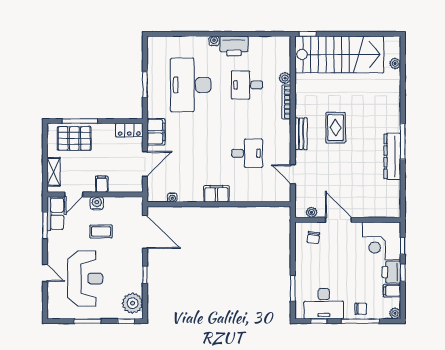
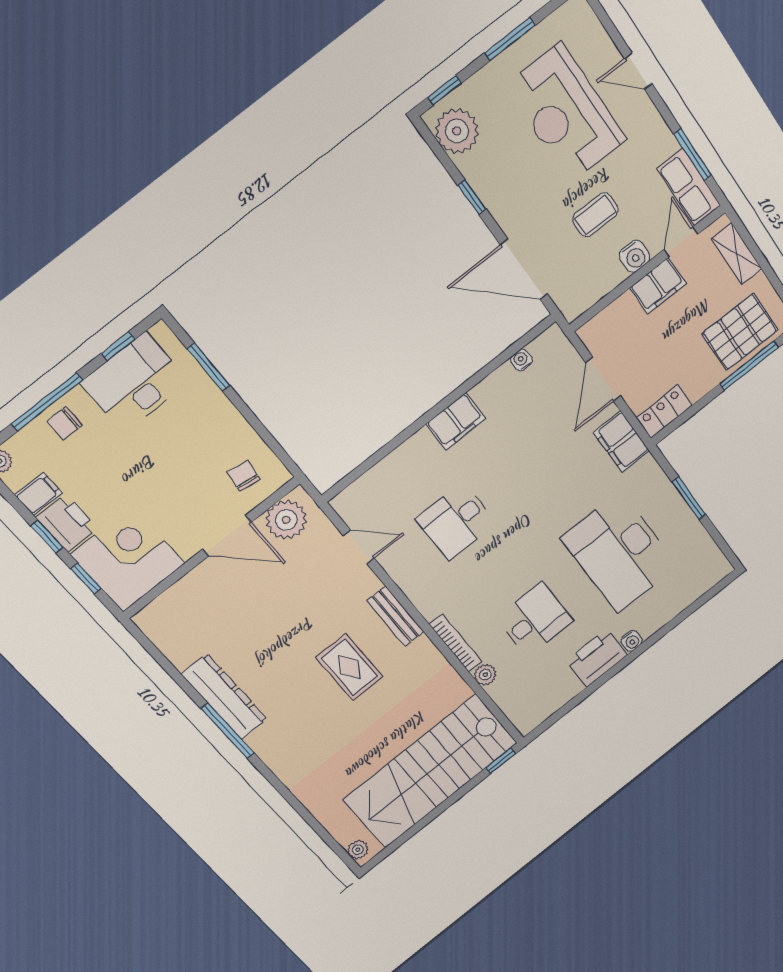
plant: (395, 63) -> (358, 850), moved
desk: (191, 85) -> (619, 552), turned 180
filing cabinet: (102, 184) -> (658, 286), width x2.00
plant: (312, 212) -> (286, 520), width x1.88, depth x1.88

